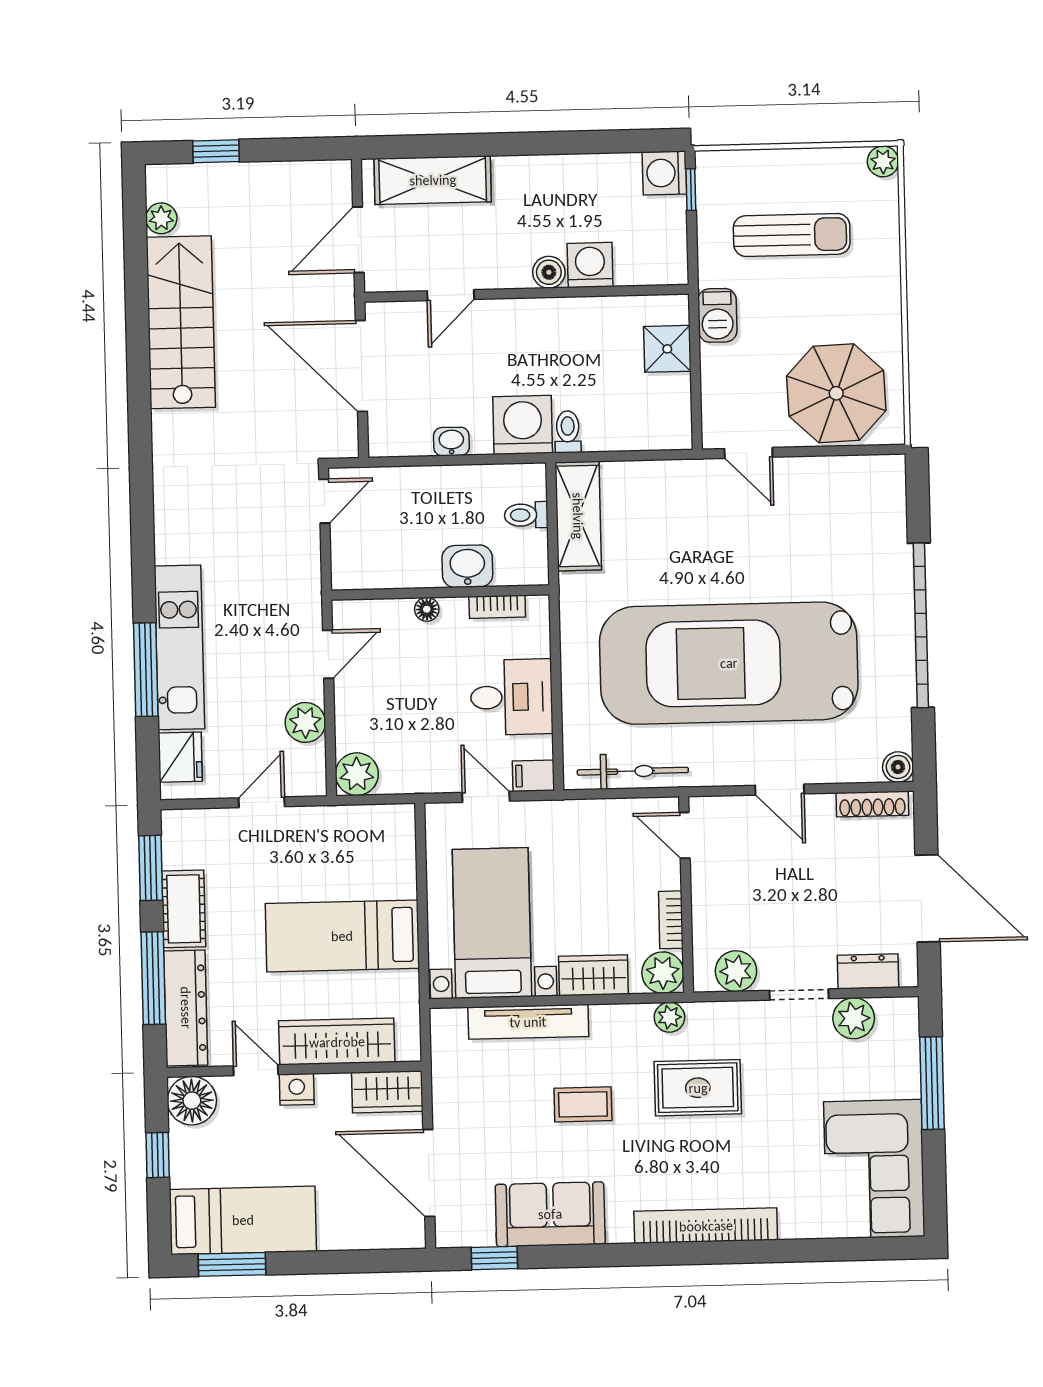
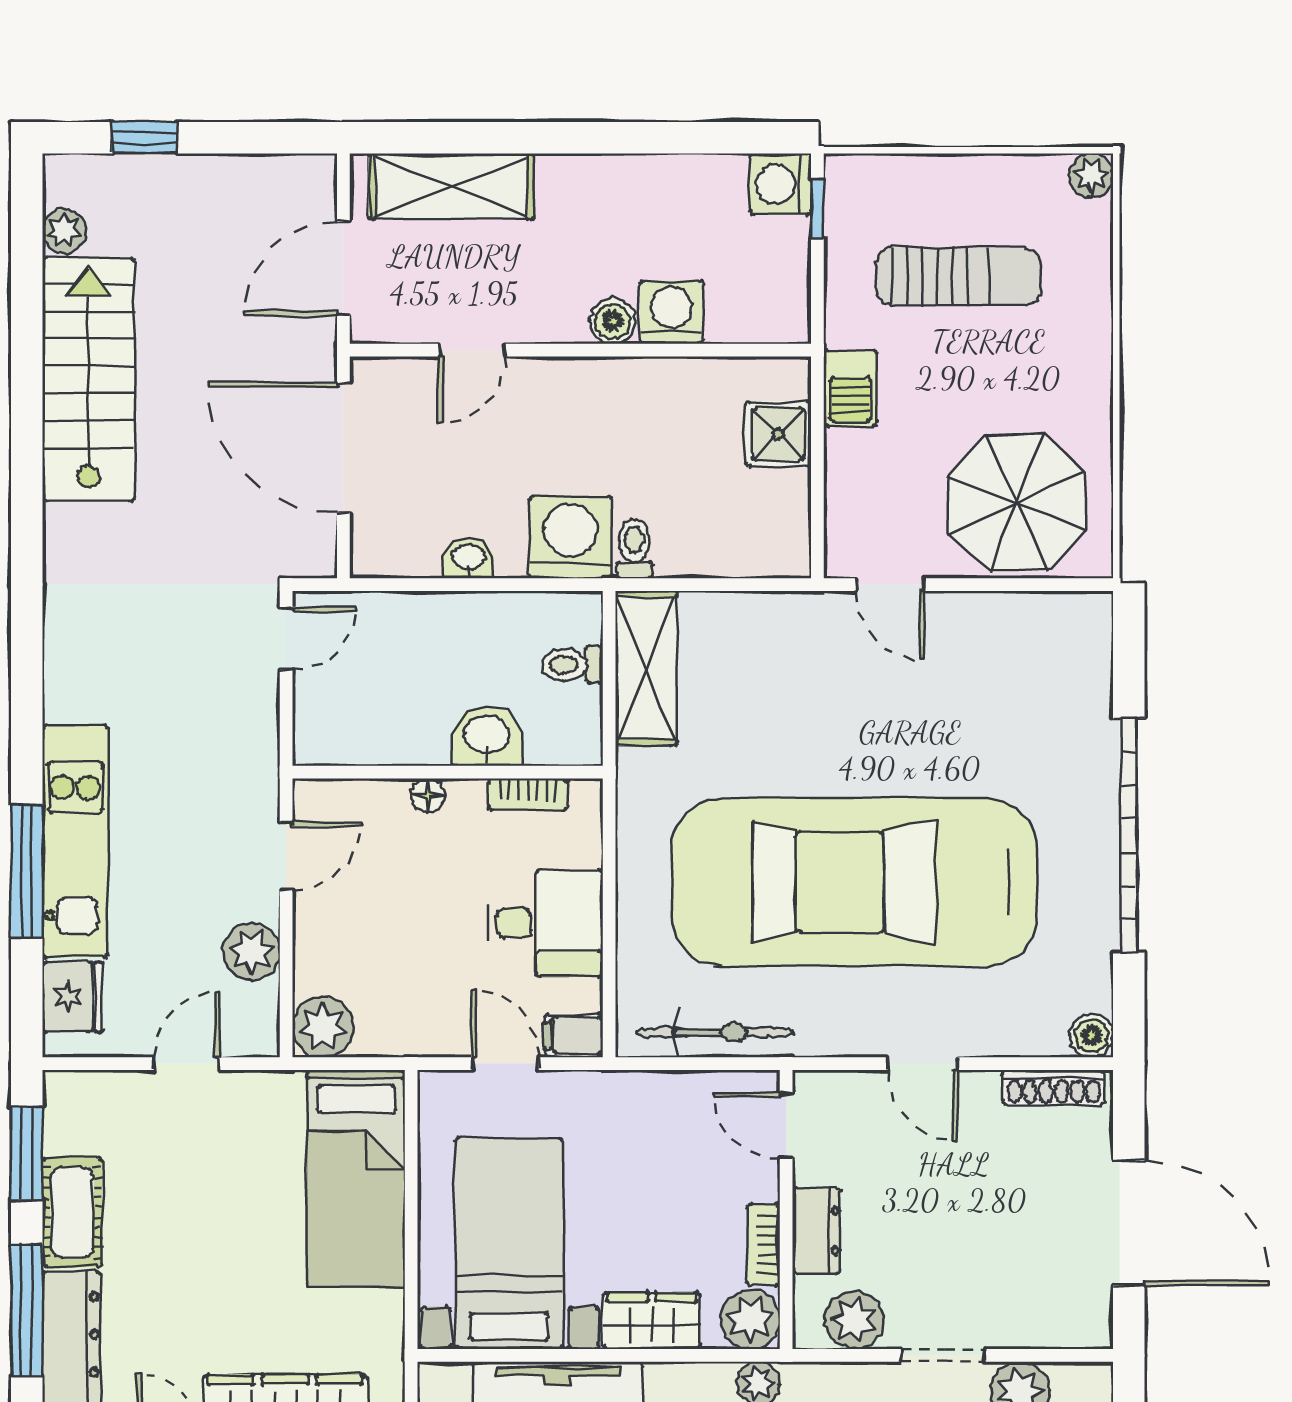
bed: (342, 936) -> (356, 1178), moved, turned -90
dresser: (868, 971) -> (816, 1231), moved, turned 90

